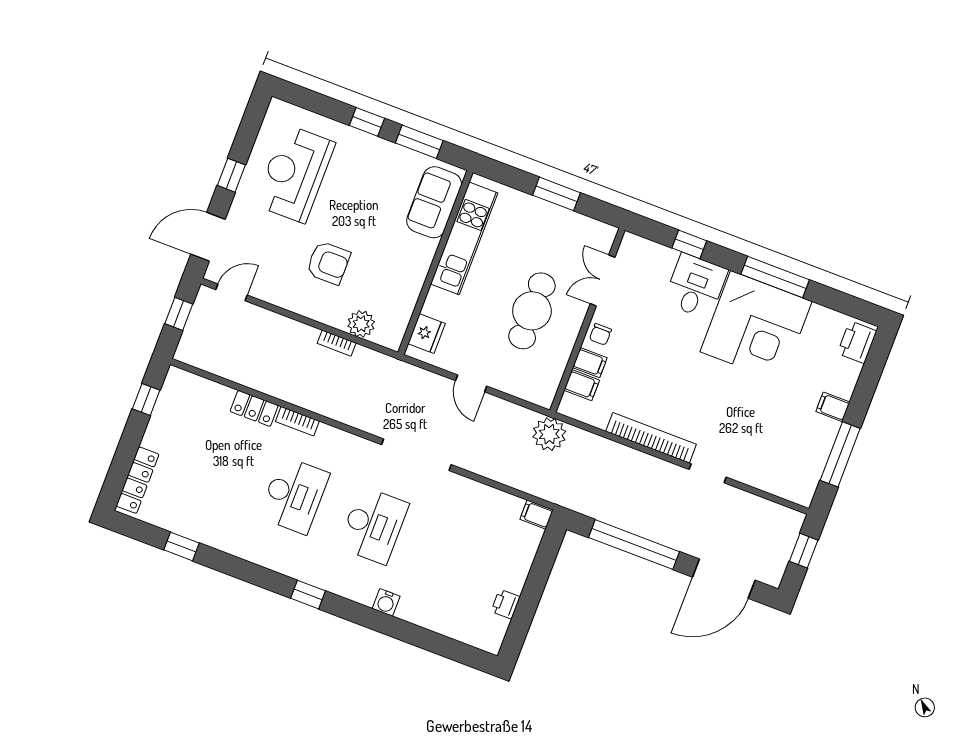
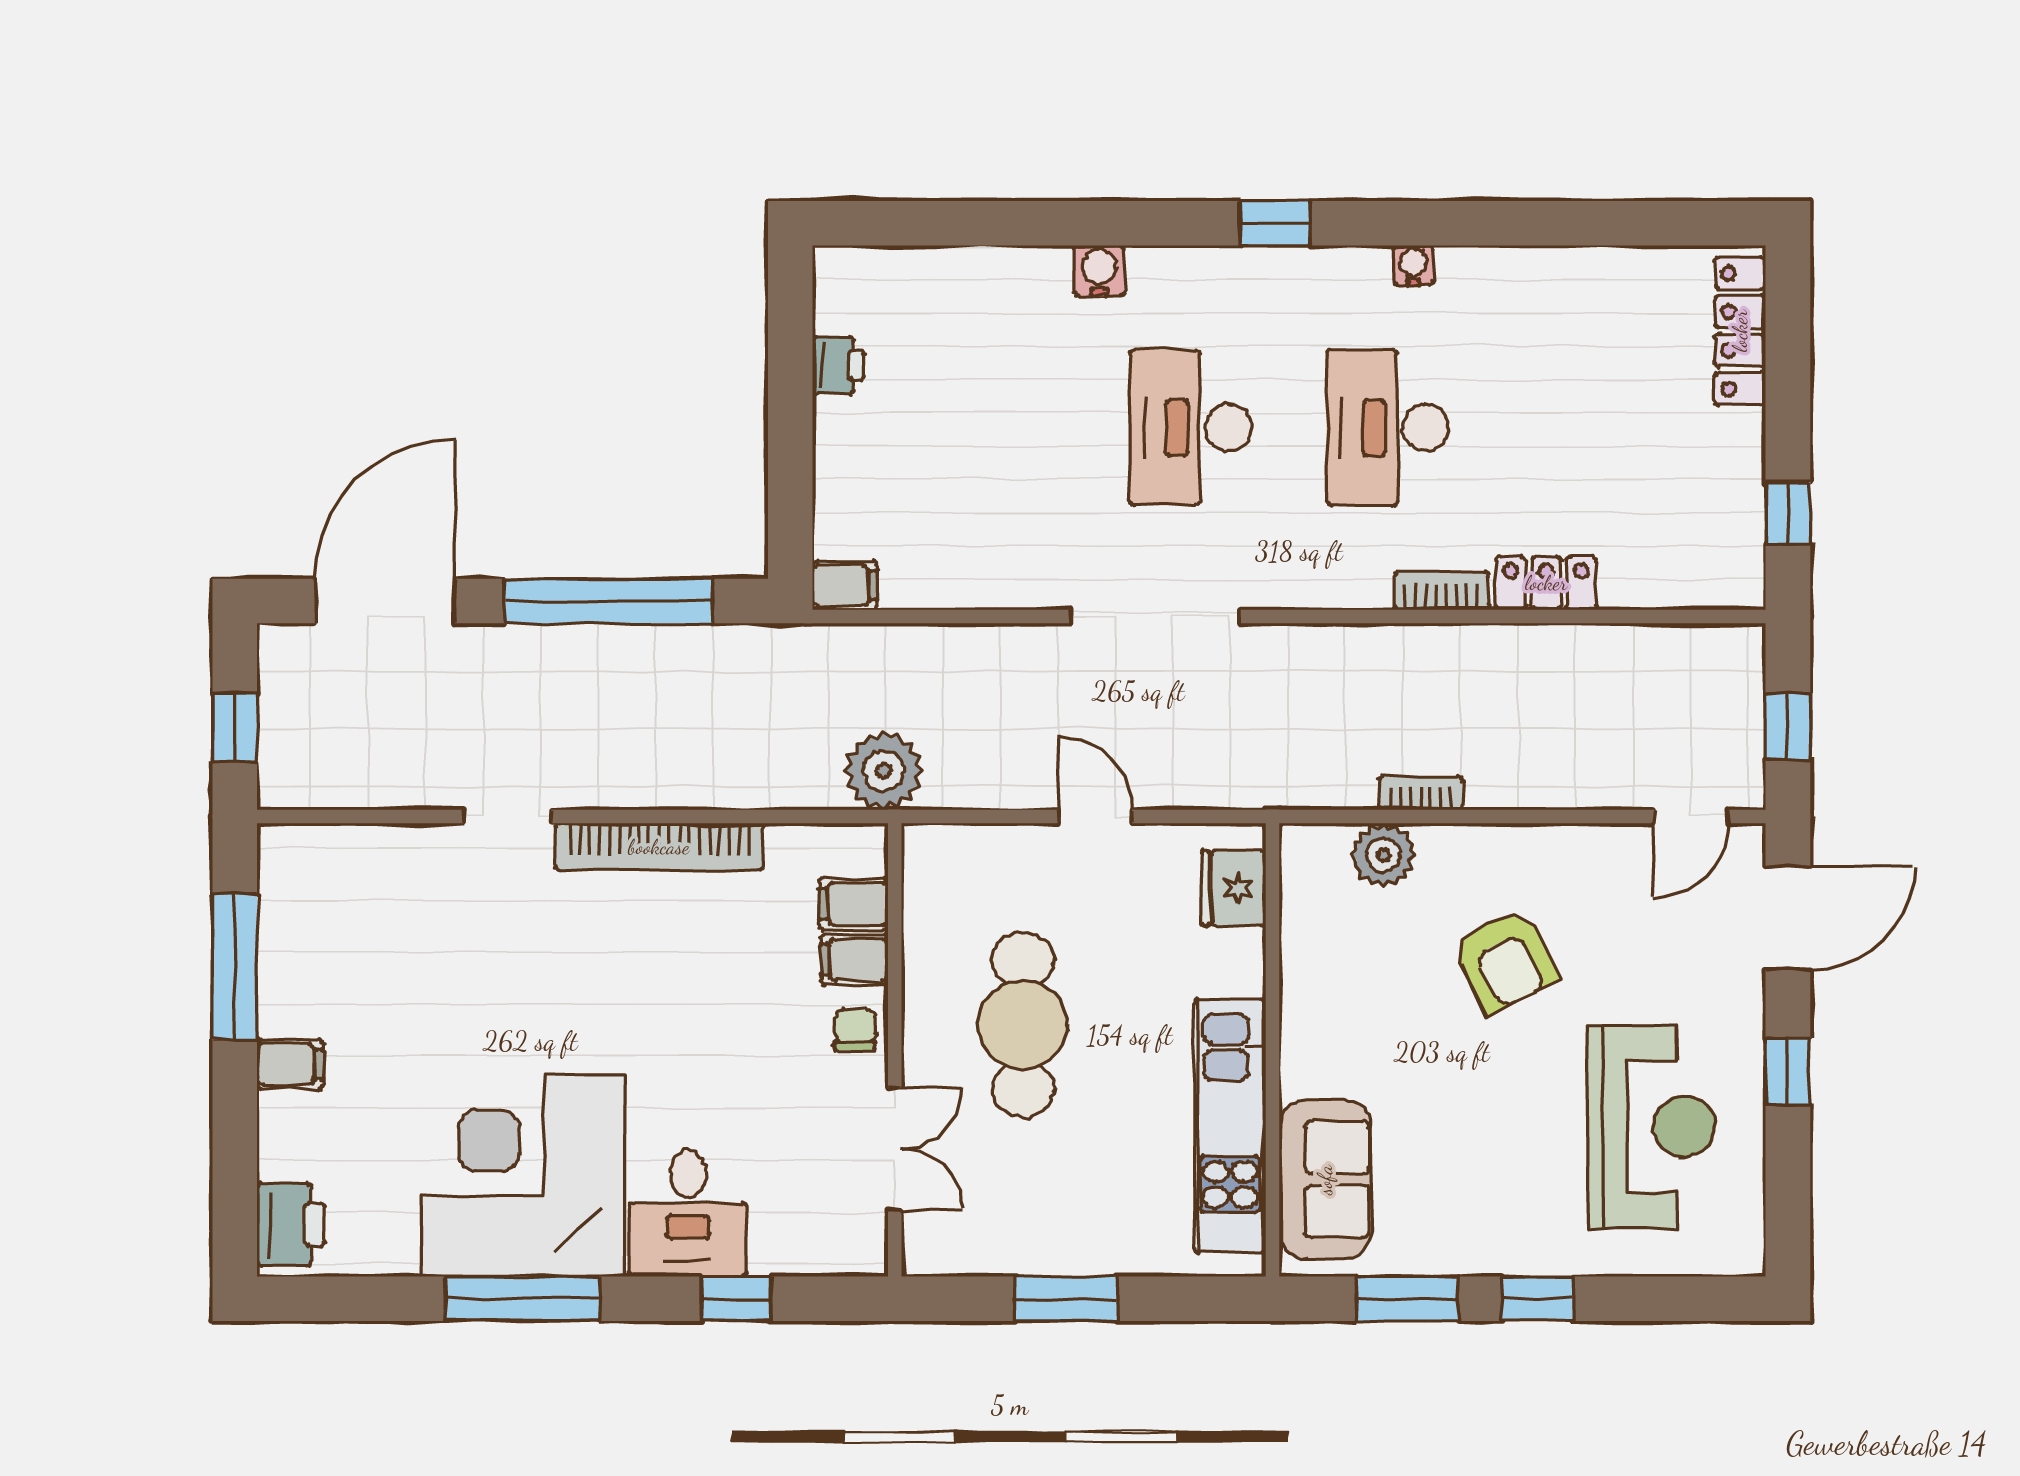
armchair: (328, 263) -> (1505, 961), turned -117
window: (181, 546) -> (1590, 223), removed
water cooler: (259, 557) -> (1413, 265), added

